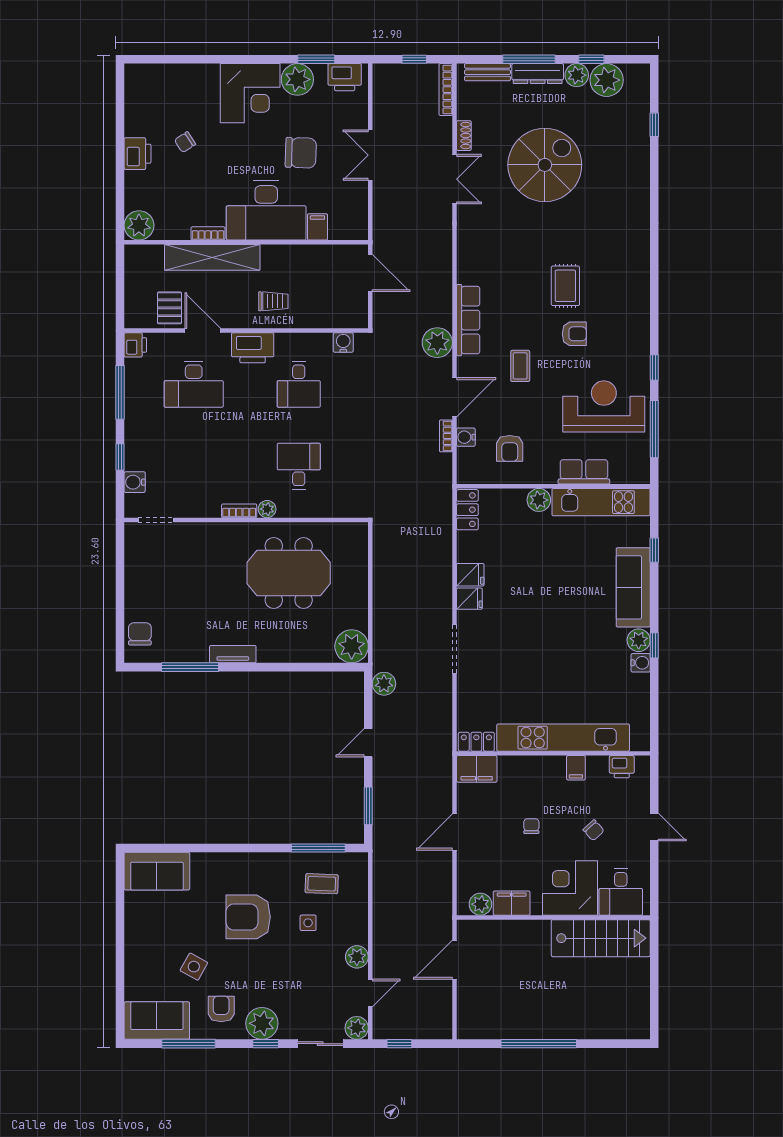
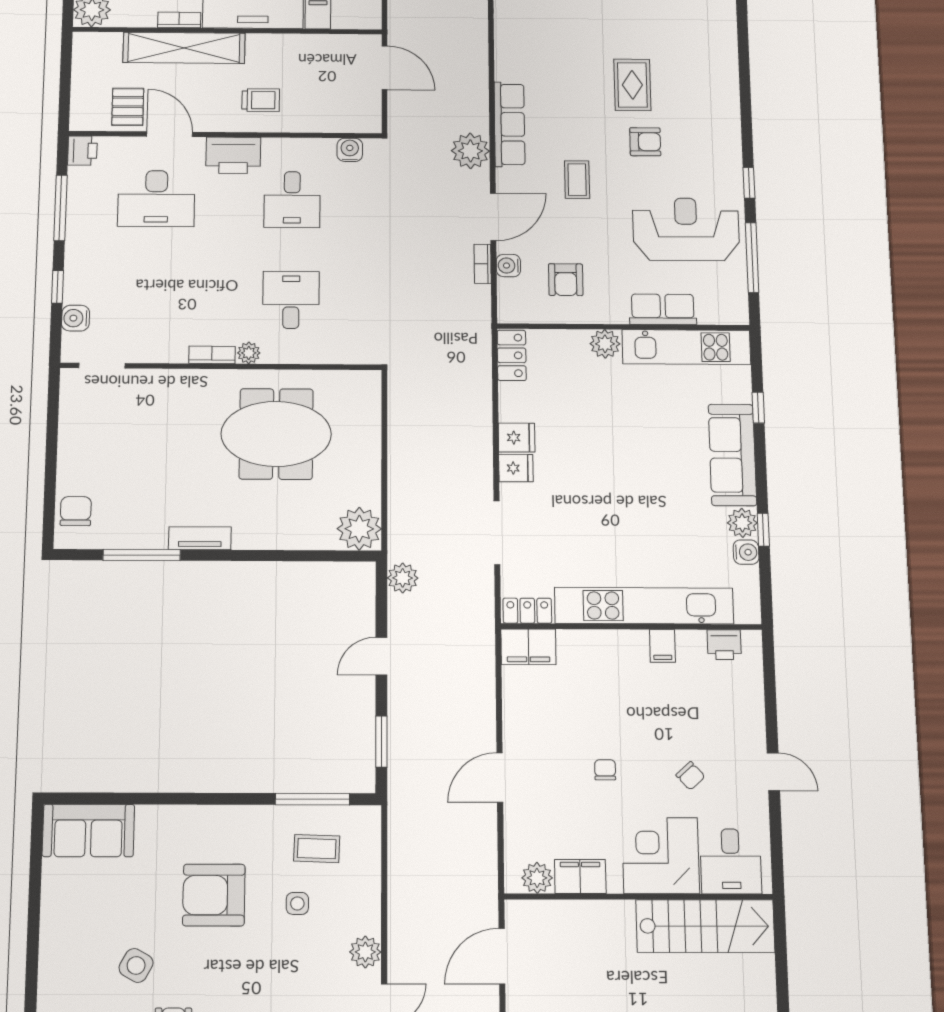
kitchen unit: (563, 738) -> (644, 606), moved
locker: (476, 742) -> (527, 611), moved
wall: (553, 753) -> (631, 627), moved
printer: (622, 767) -> (724, 645), moved
filing cabinet: (576, 768) -> (662, 646), moved
filing cabinet: (477, 769) -> (528, 647), moved

